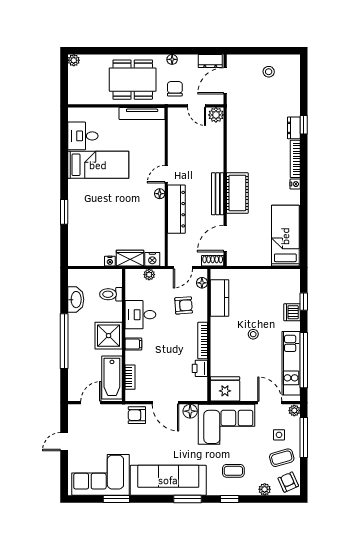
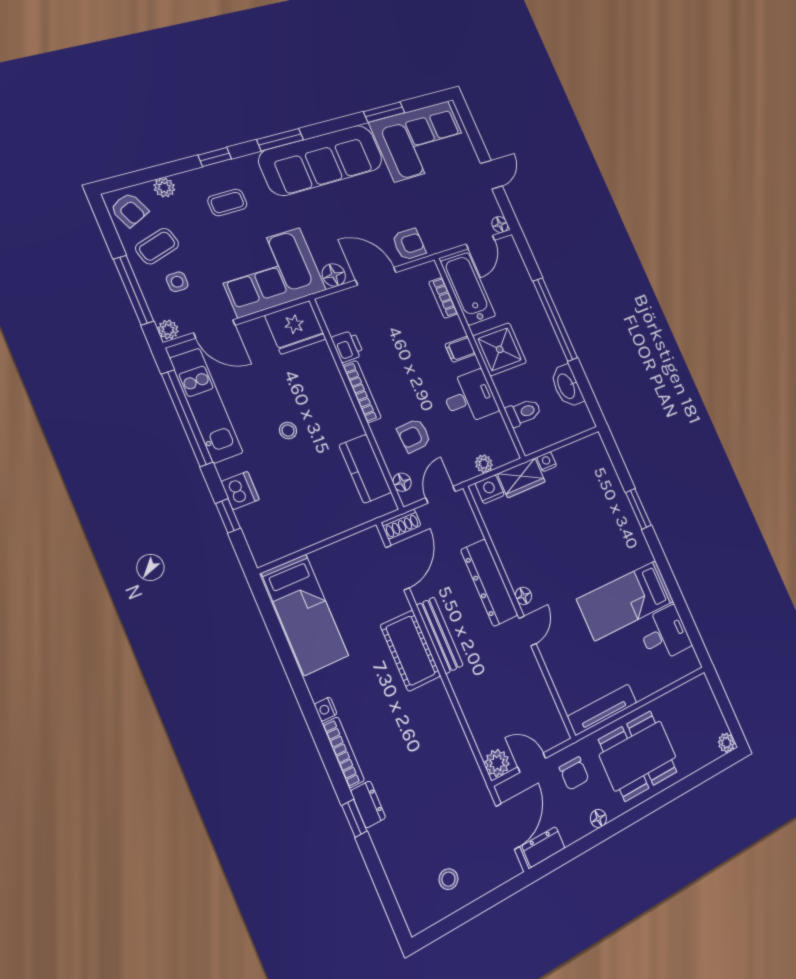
floor lamp: (73, 410) -> (500, 225), added

